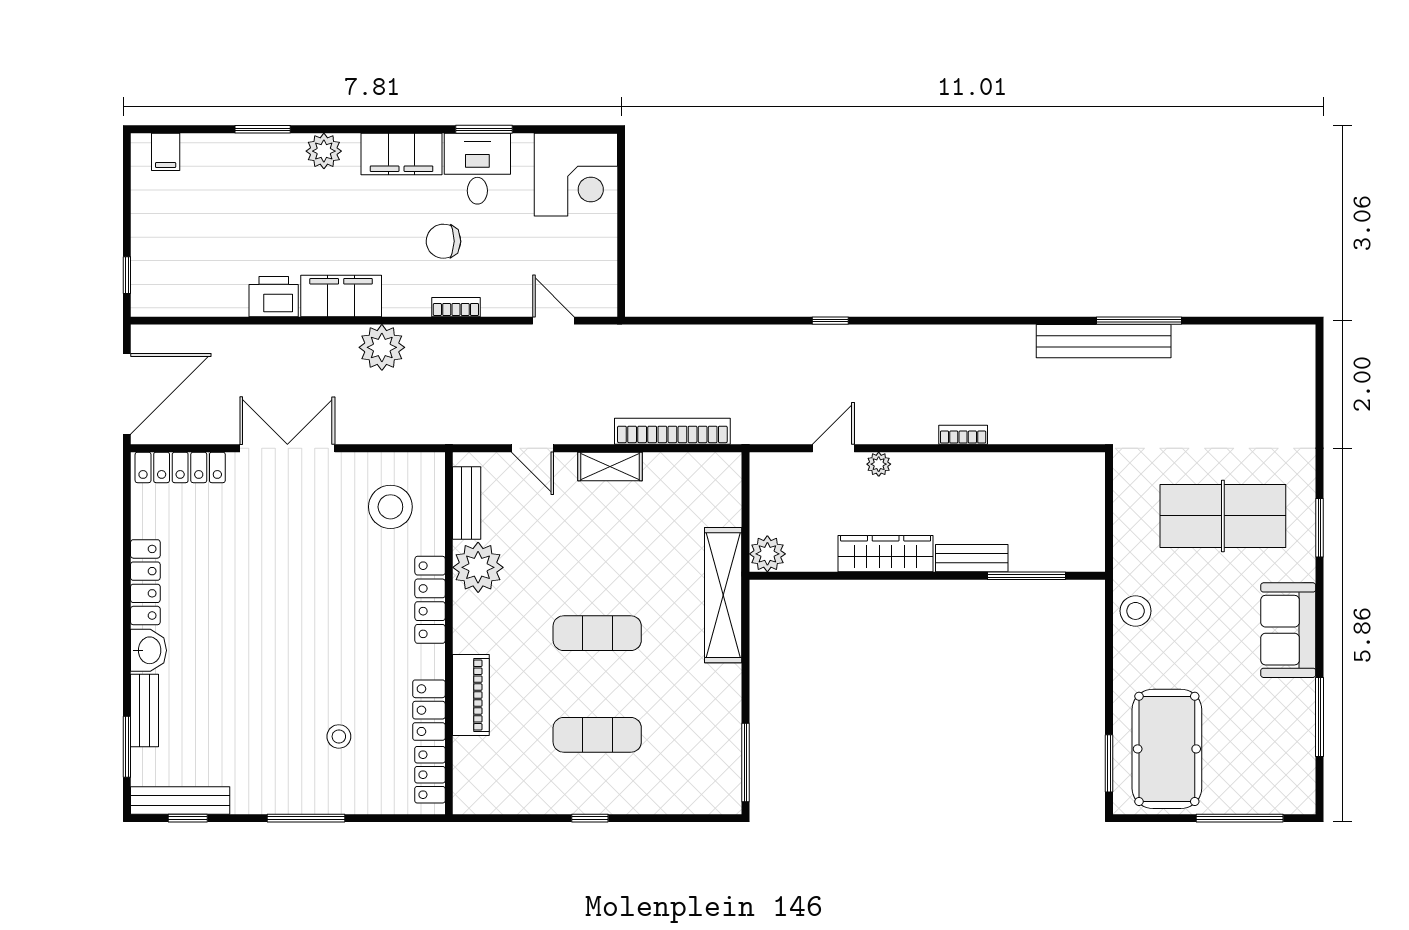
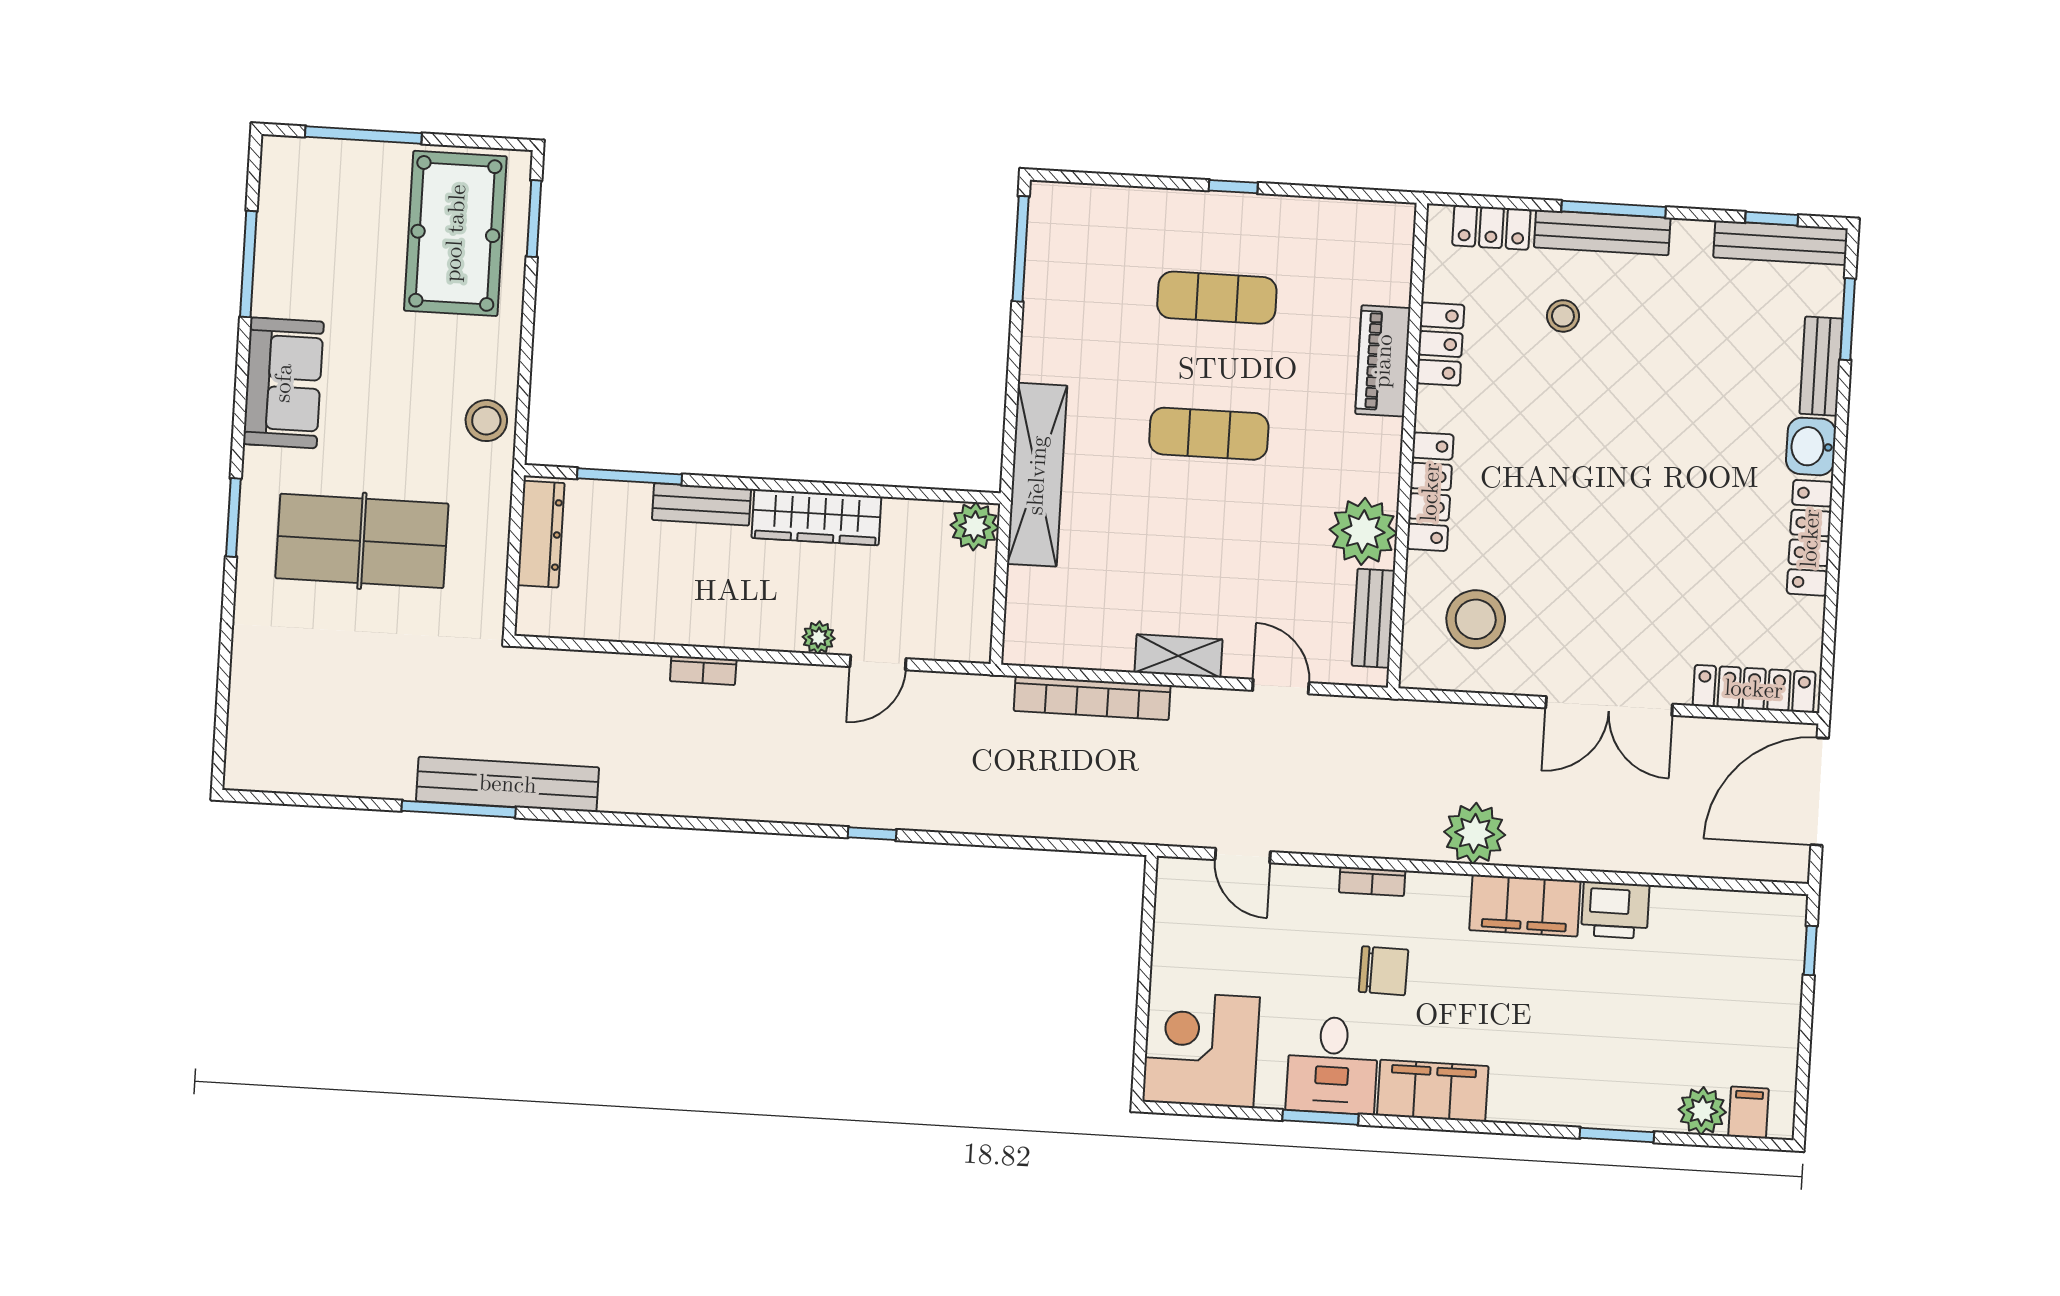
plant: (324, 151) -> (1702, 1111), moved
dresser: (1090, 529) -> (541, 534), added
locker: (430, 775) -> (1491, 227), moved, turned 90
bench: (313, 800) -> (1602, 233), added

